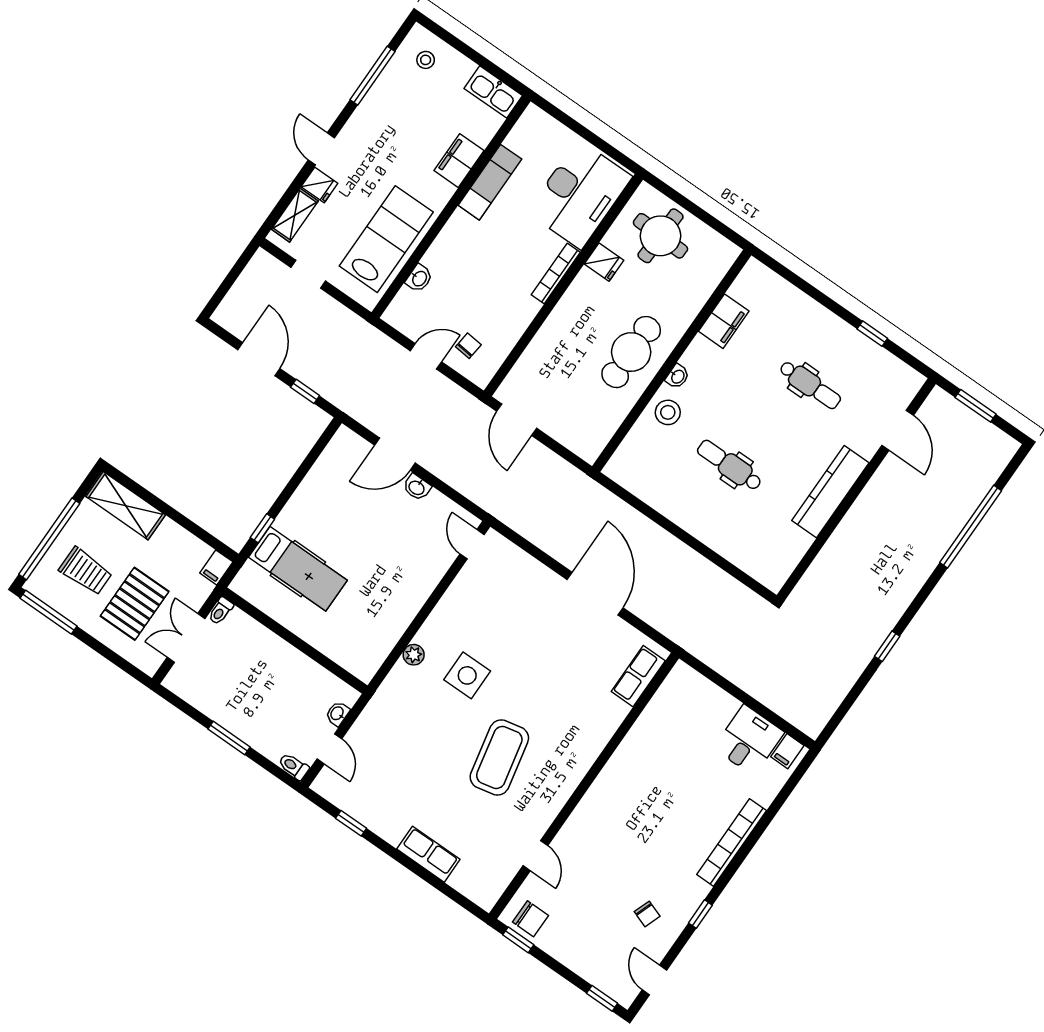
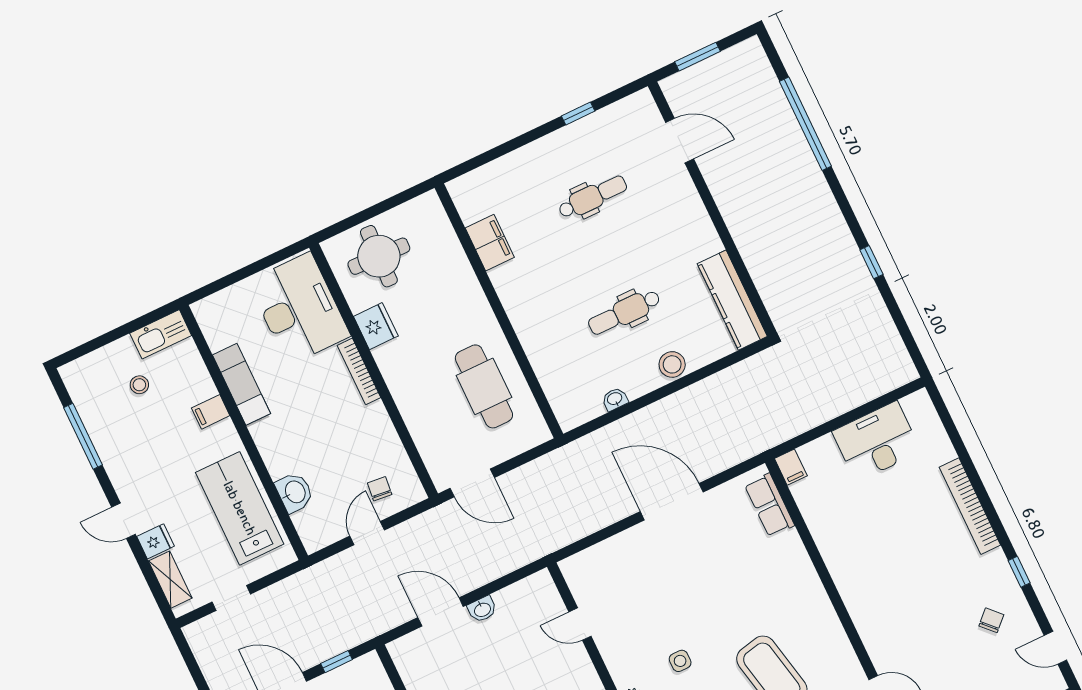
stool: (426, 60) -> (139, 385), moved
filing cabinet: (459, 161) -> (211, 412), width x0.50
fridge: (604, 262) -> (376, 326), width x1.38
washbasin: (419, 278) -> (294, 492), width x1.38, depth x1.45
cafe table: (631, 352) -> (484, 386), moved
washbasin: (677, 376) -> (615, 399), moved, turned -90
stool: (668, 412) -> (672, 364), moved
door: (395, 454) -> (441, 612), swing flipped
kitchen counter: (830, 492) -> (732, 300), moved
door: (472, 544) -> (580, 624), moved
side table: (467, 675) -> (680, 661), width x0.54, depth x0.54
desk: (749, 740) -> (876, 441), width x1.37
filing cabinet: (787, 751) -> (791, 467), moved
chair: (647, 914) -> (991, 620), turned -64

